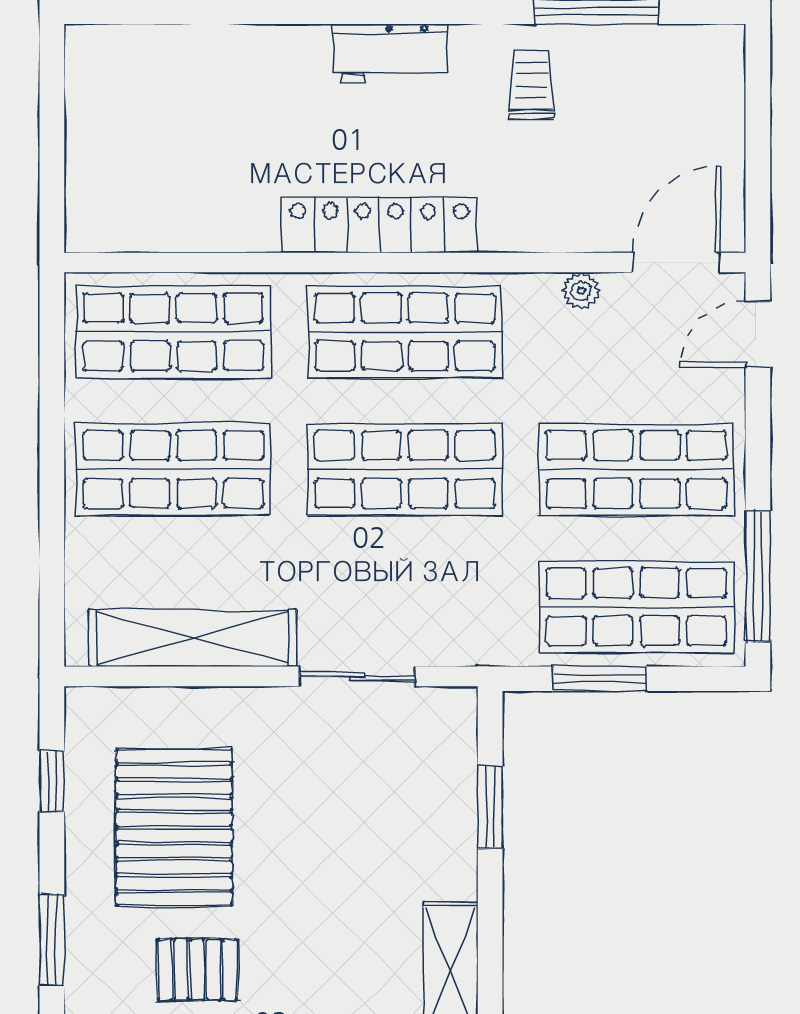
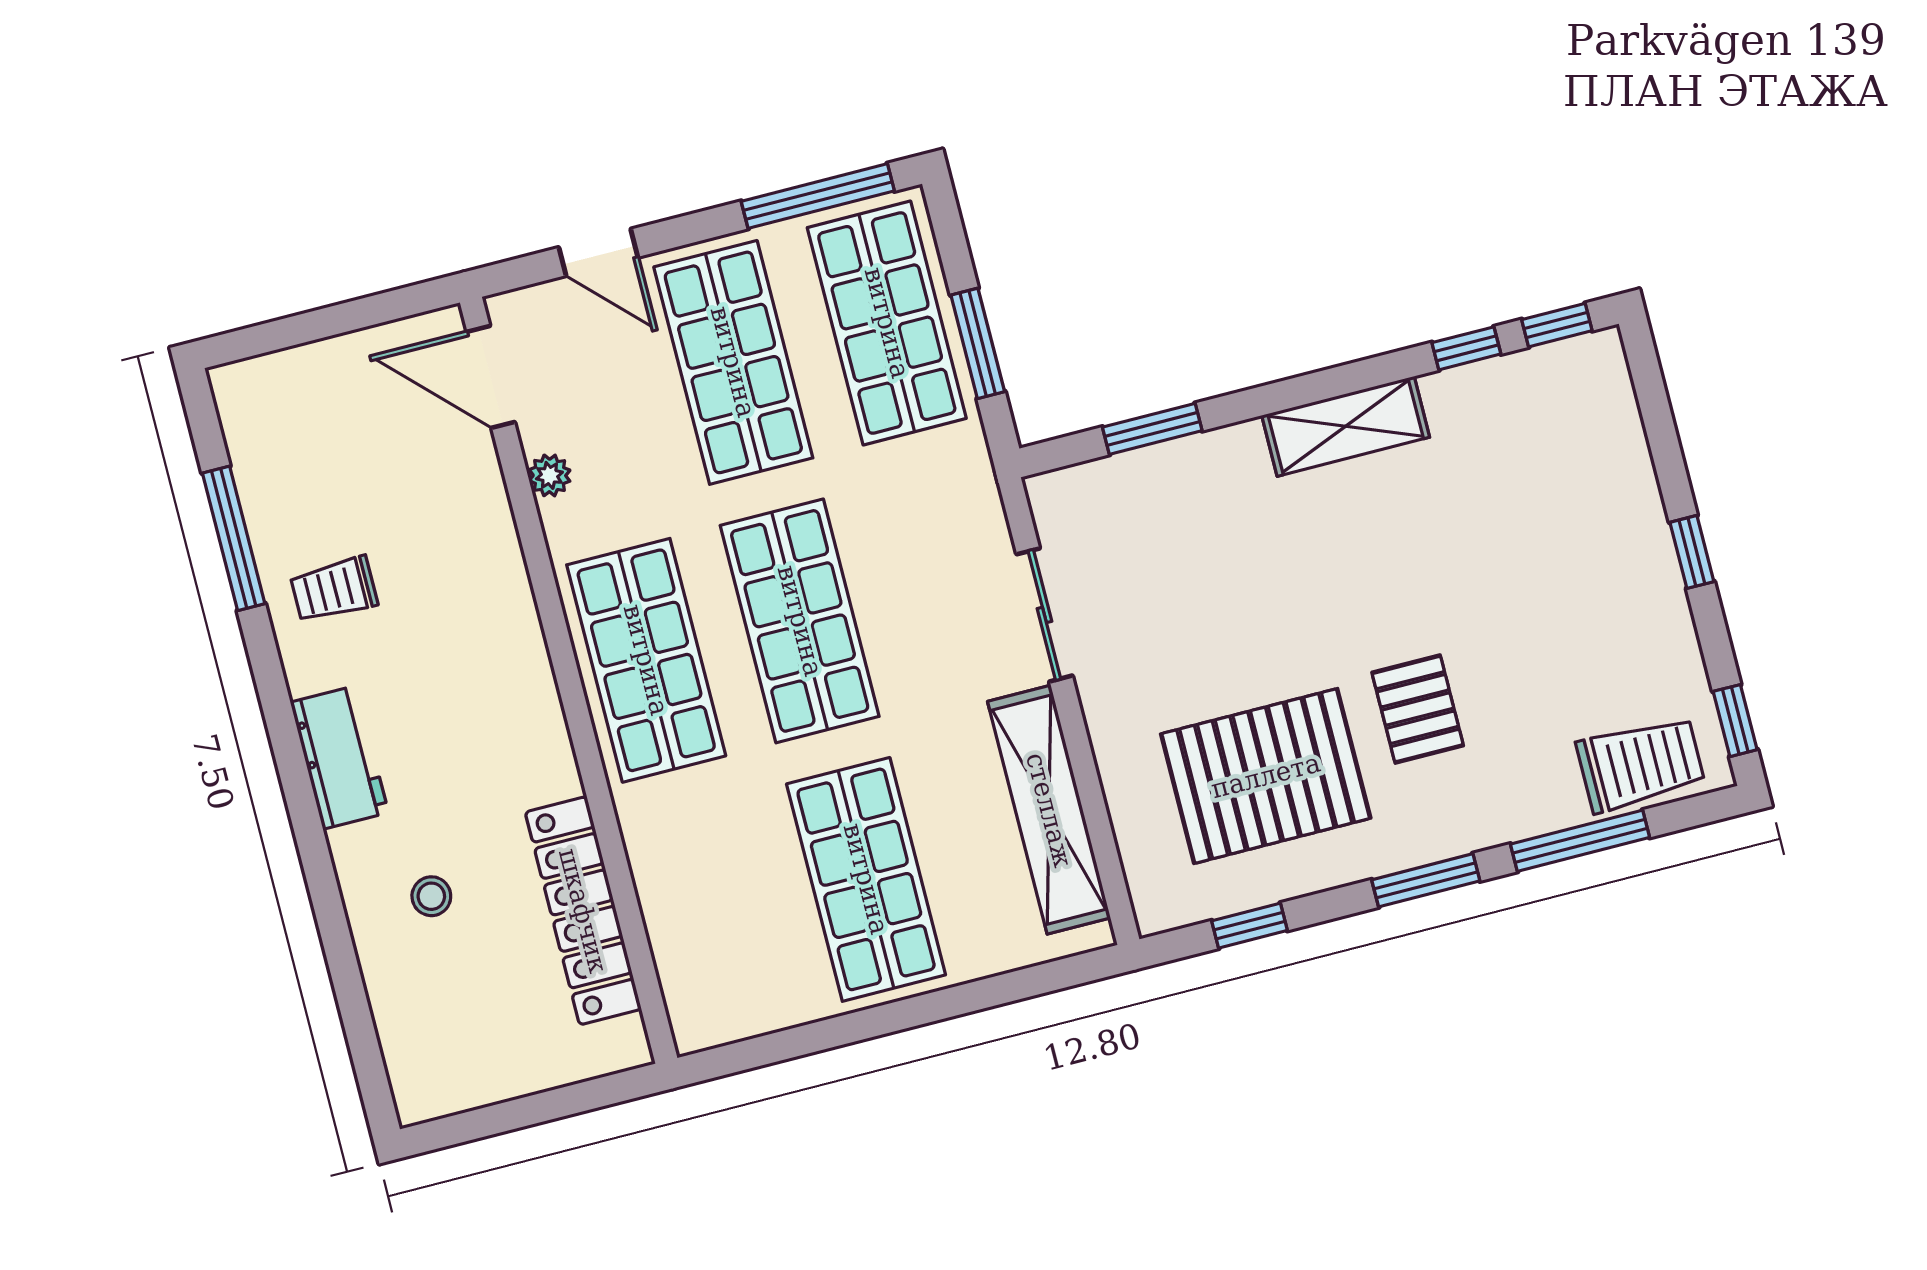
stool: (253, 101) -> (431, 896), added
locker: (379, 225) -> (583, 911), moved
shop shelf: (173, 332) -> (713, 919), removed
door: (758, 334) -> (598, 252), moved

